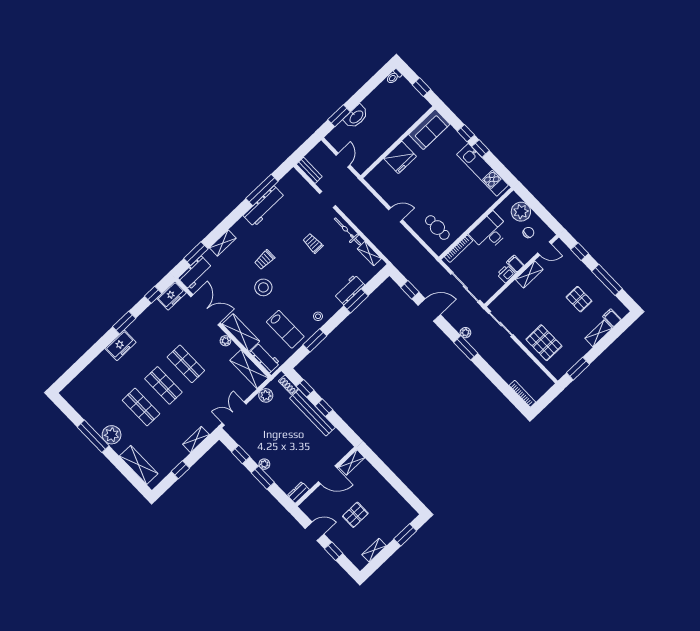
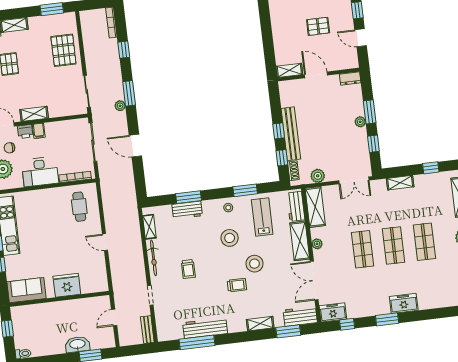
printer: (506, 274) -> (25, 131), moved
window: (410, 290) -> (124, 50), moved
stool: (299, 293) -> (230, 238), added

